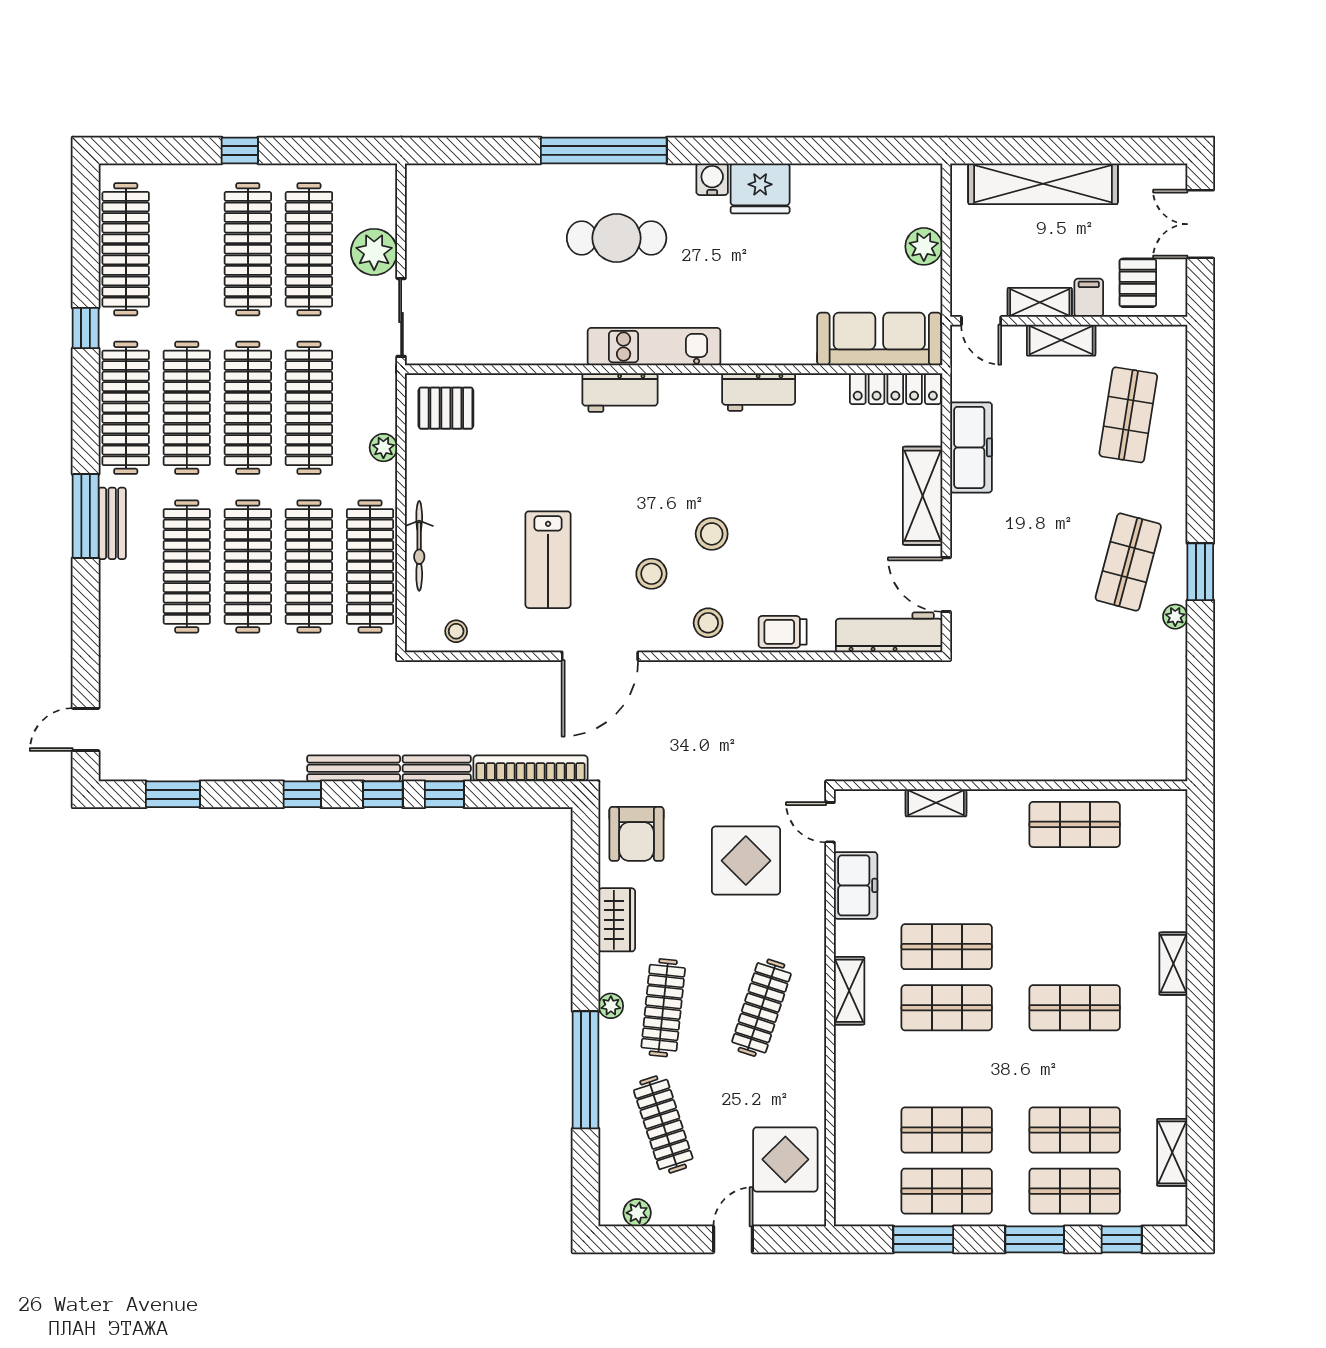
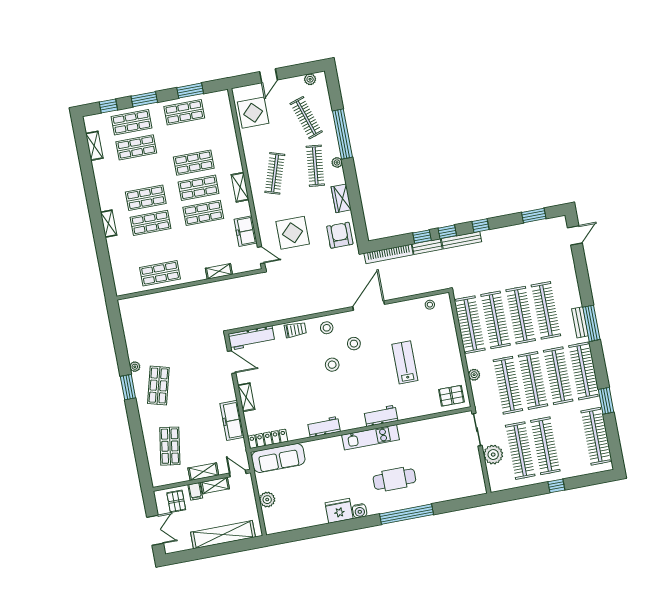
window: (86, 328) -> (606, 401), width x1.50
shelving: (923, 496) -> (246, 397), width x0.67, depth x0.75
bicycle: (419, 546) -> (452, 337), removed
lab bench: (548, 560) -> (405, 362), moved
shop shelf: (1075, 947) -> (151, 223), added
shop shelf: (947, 1130) -> (194, 163), moved

